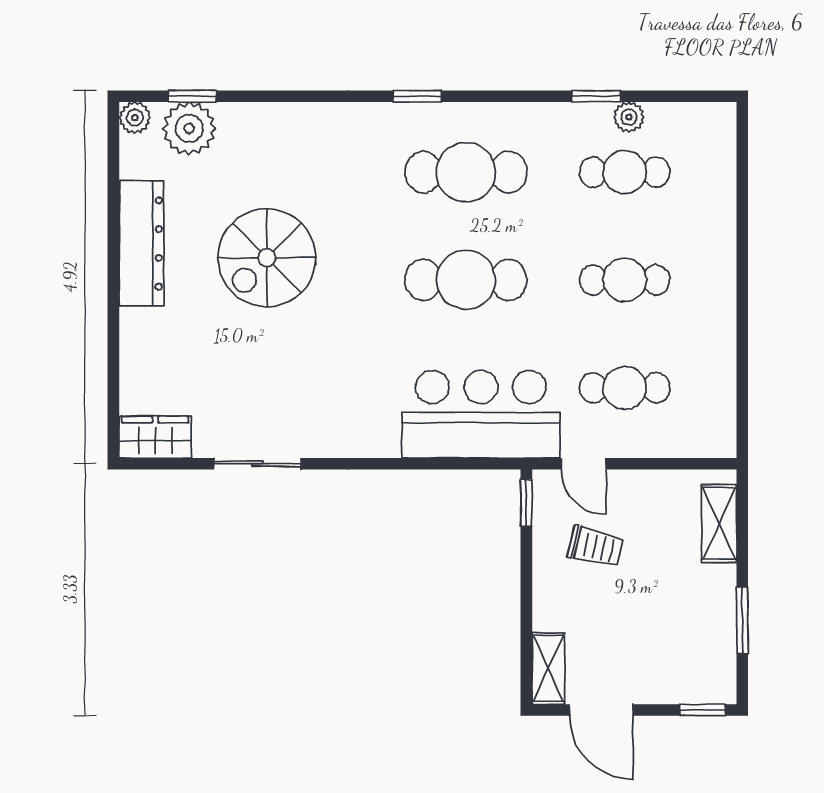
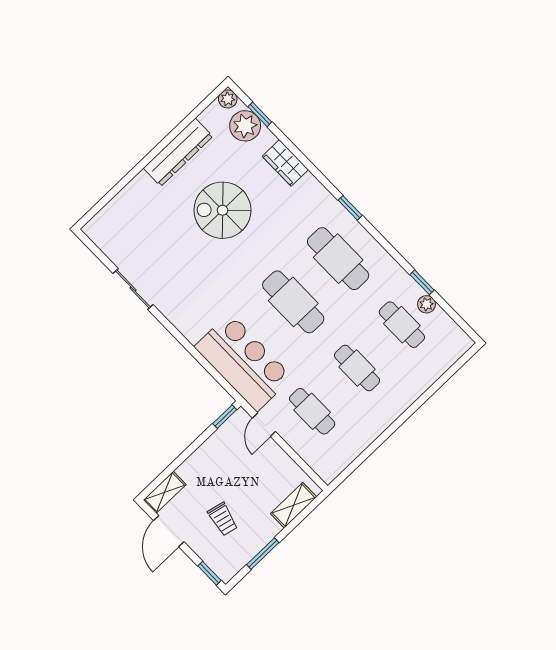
wardrobe: (155, 437) -> (285, 163), moved, turned 180
trolley: (595, 547) -> (223, 519), moved

